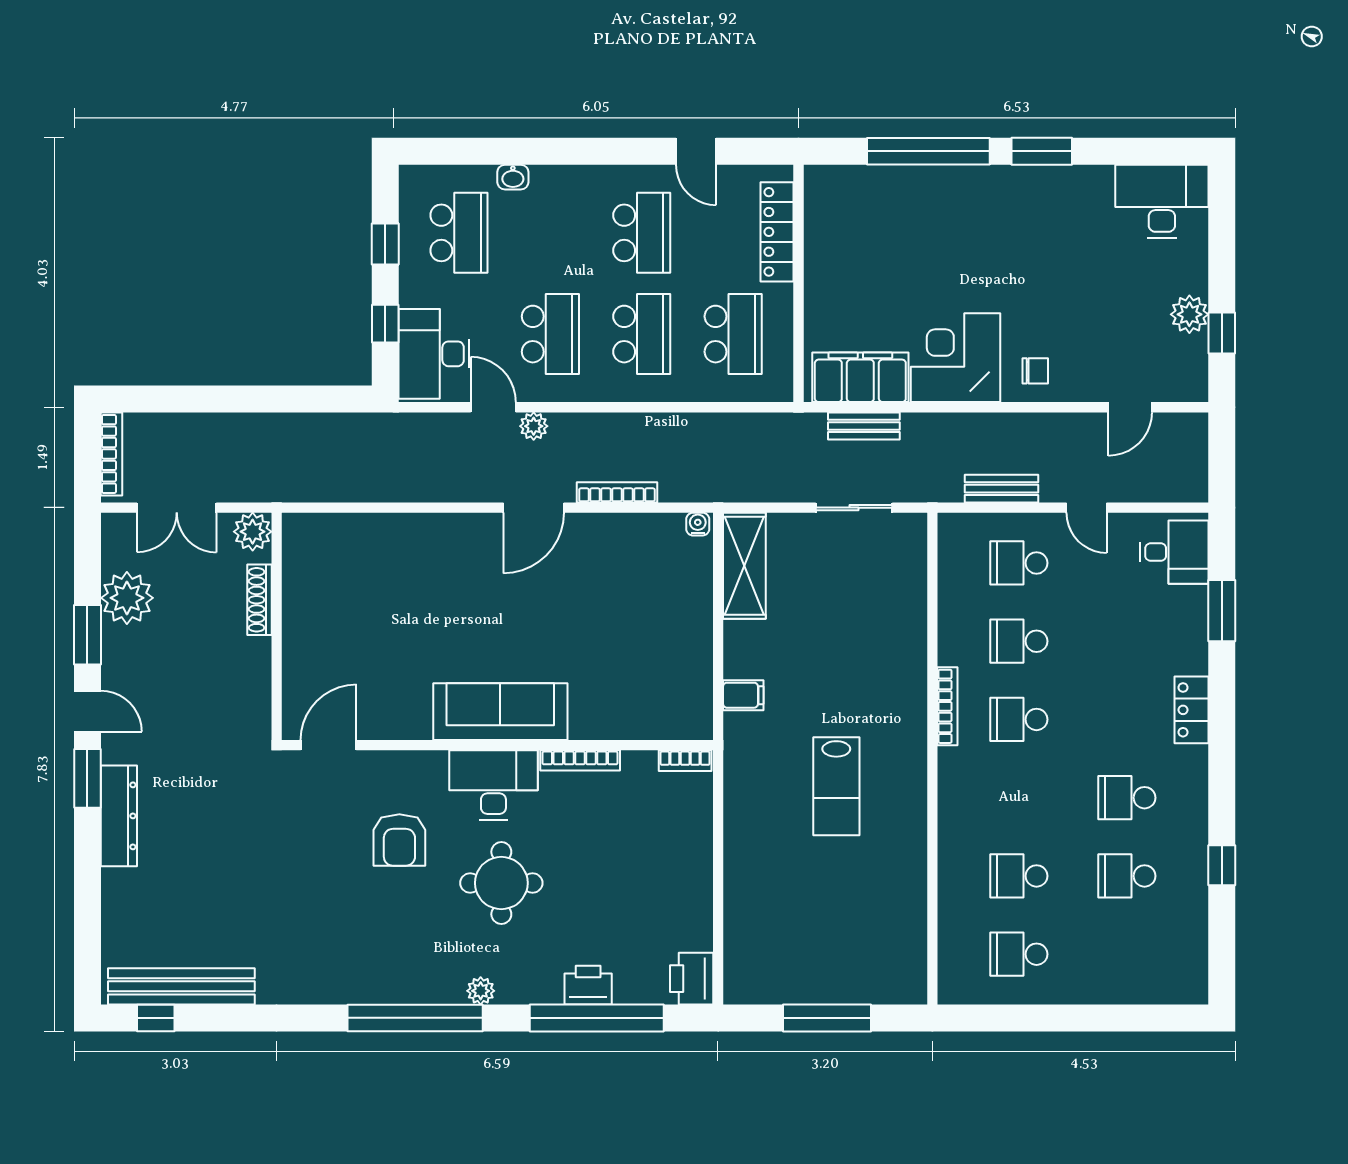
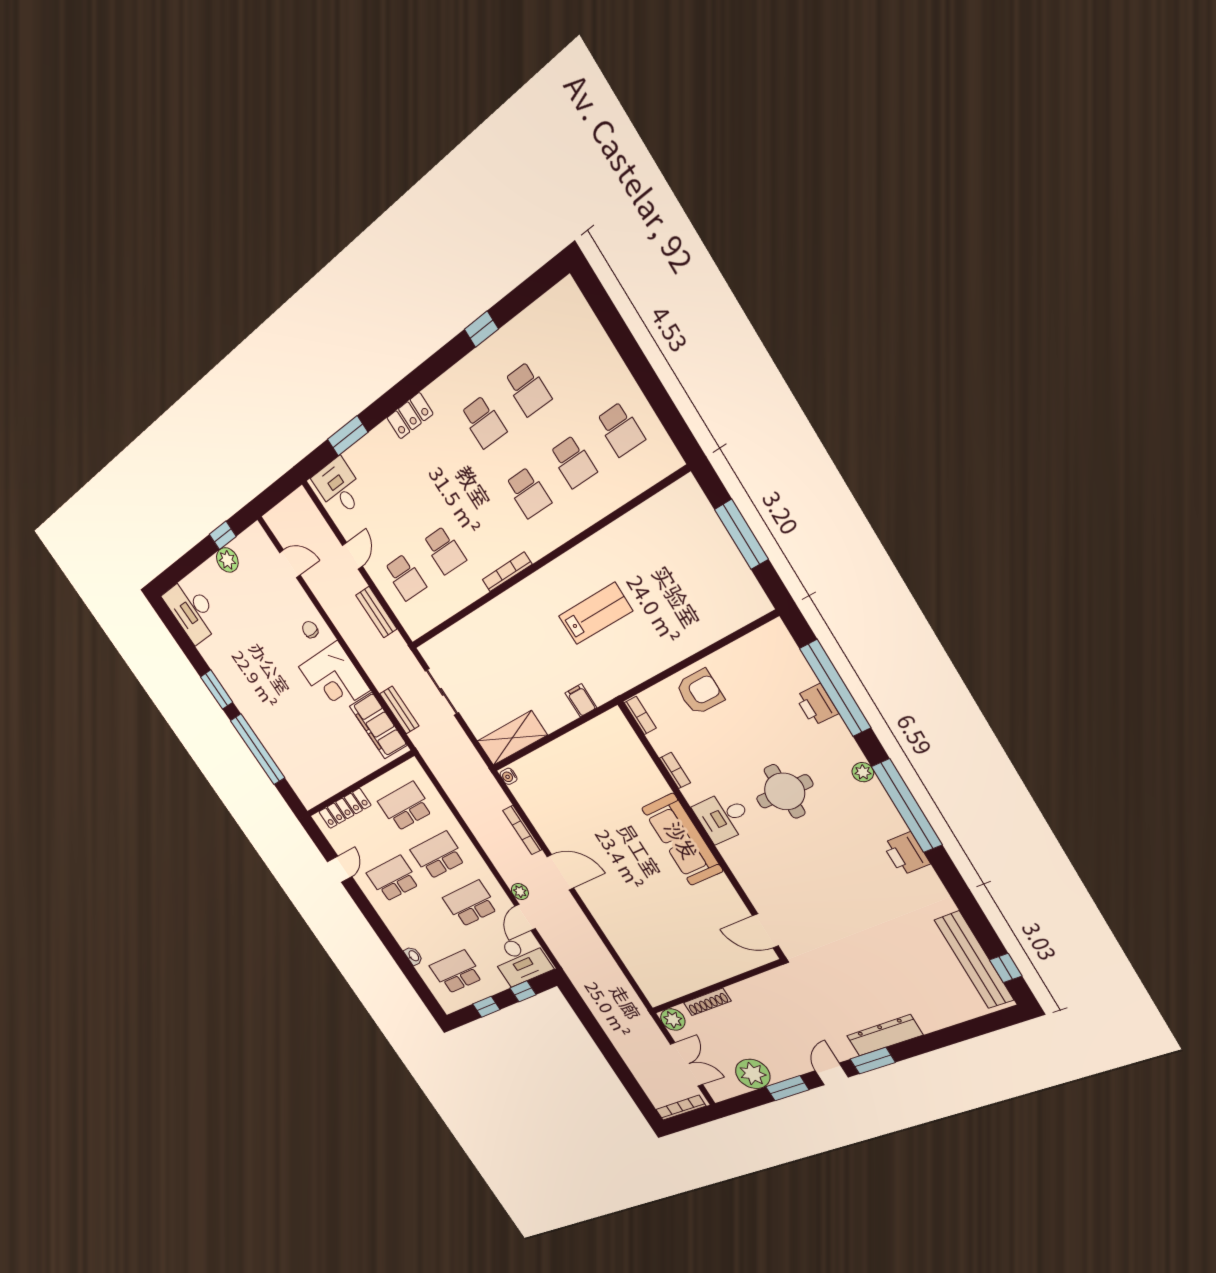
school desk: (1019, 719) -> (528, 493), moved
bookcase: (580, 760) -> (675, 770), width x0.64
desk: (493, 785) -> (723, 817), width x0.73
armchair: (399, 840) -> (700, 692), moved
printer: (692, 979) -> (906, 854), moved, turned 90

